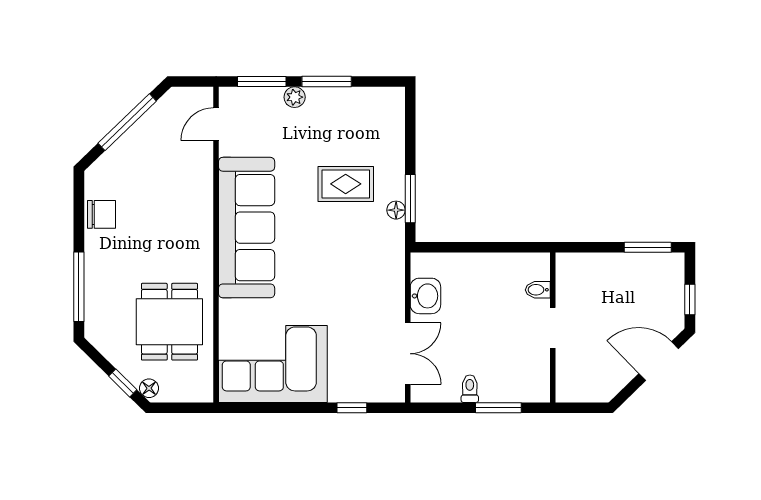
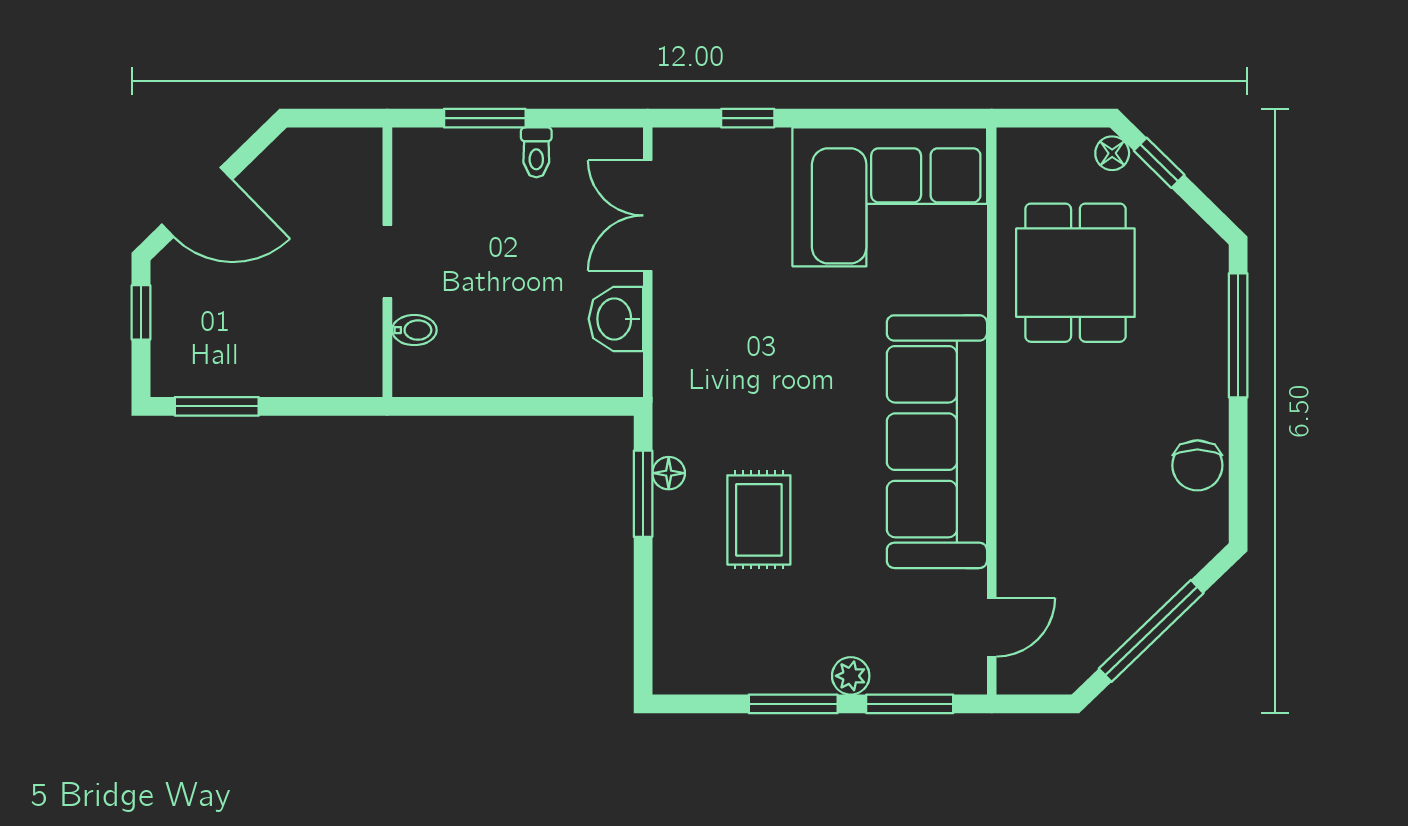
rug: (346, 184) -> (759, 520), turned 90
chair: (102, 214) -> (1197, 465), turned -90

